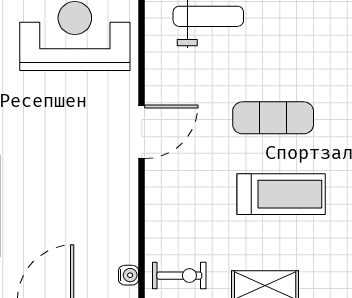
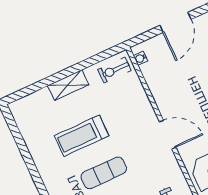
door: (142, 132) -> (168, 135), swing flipped

